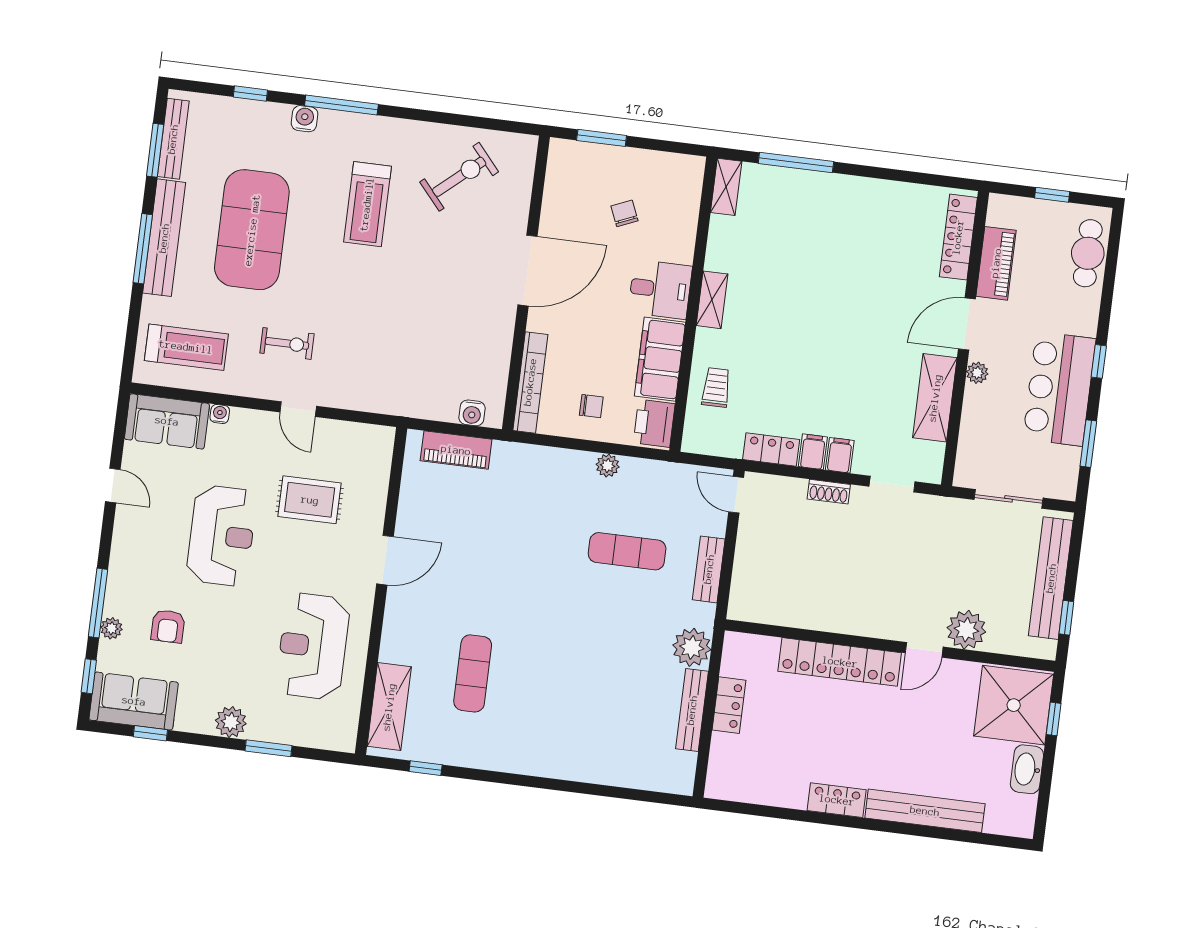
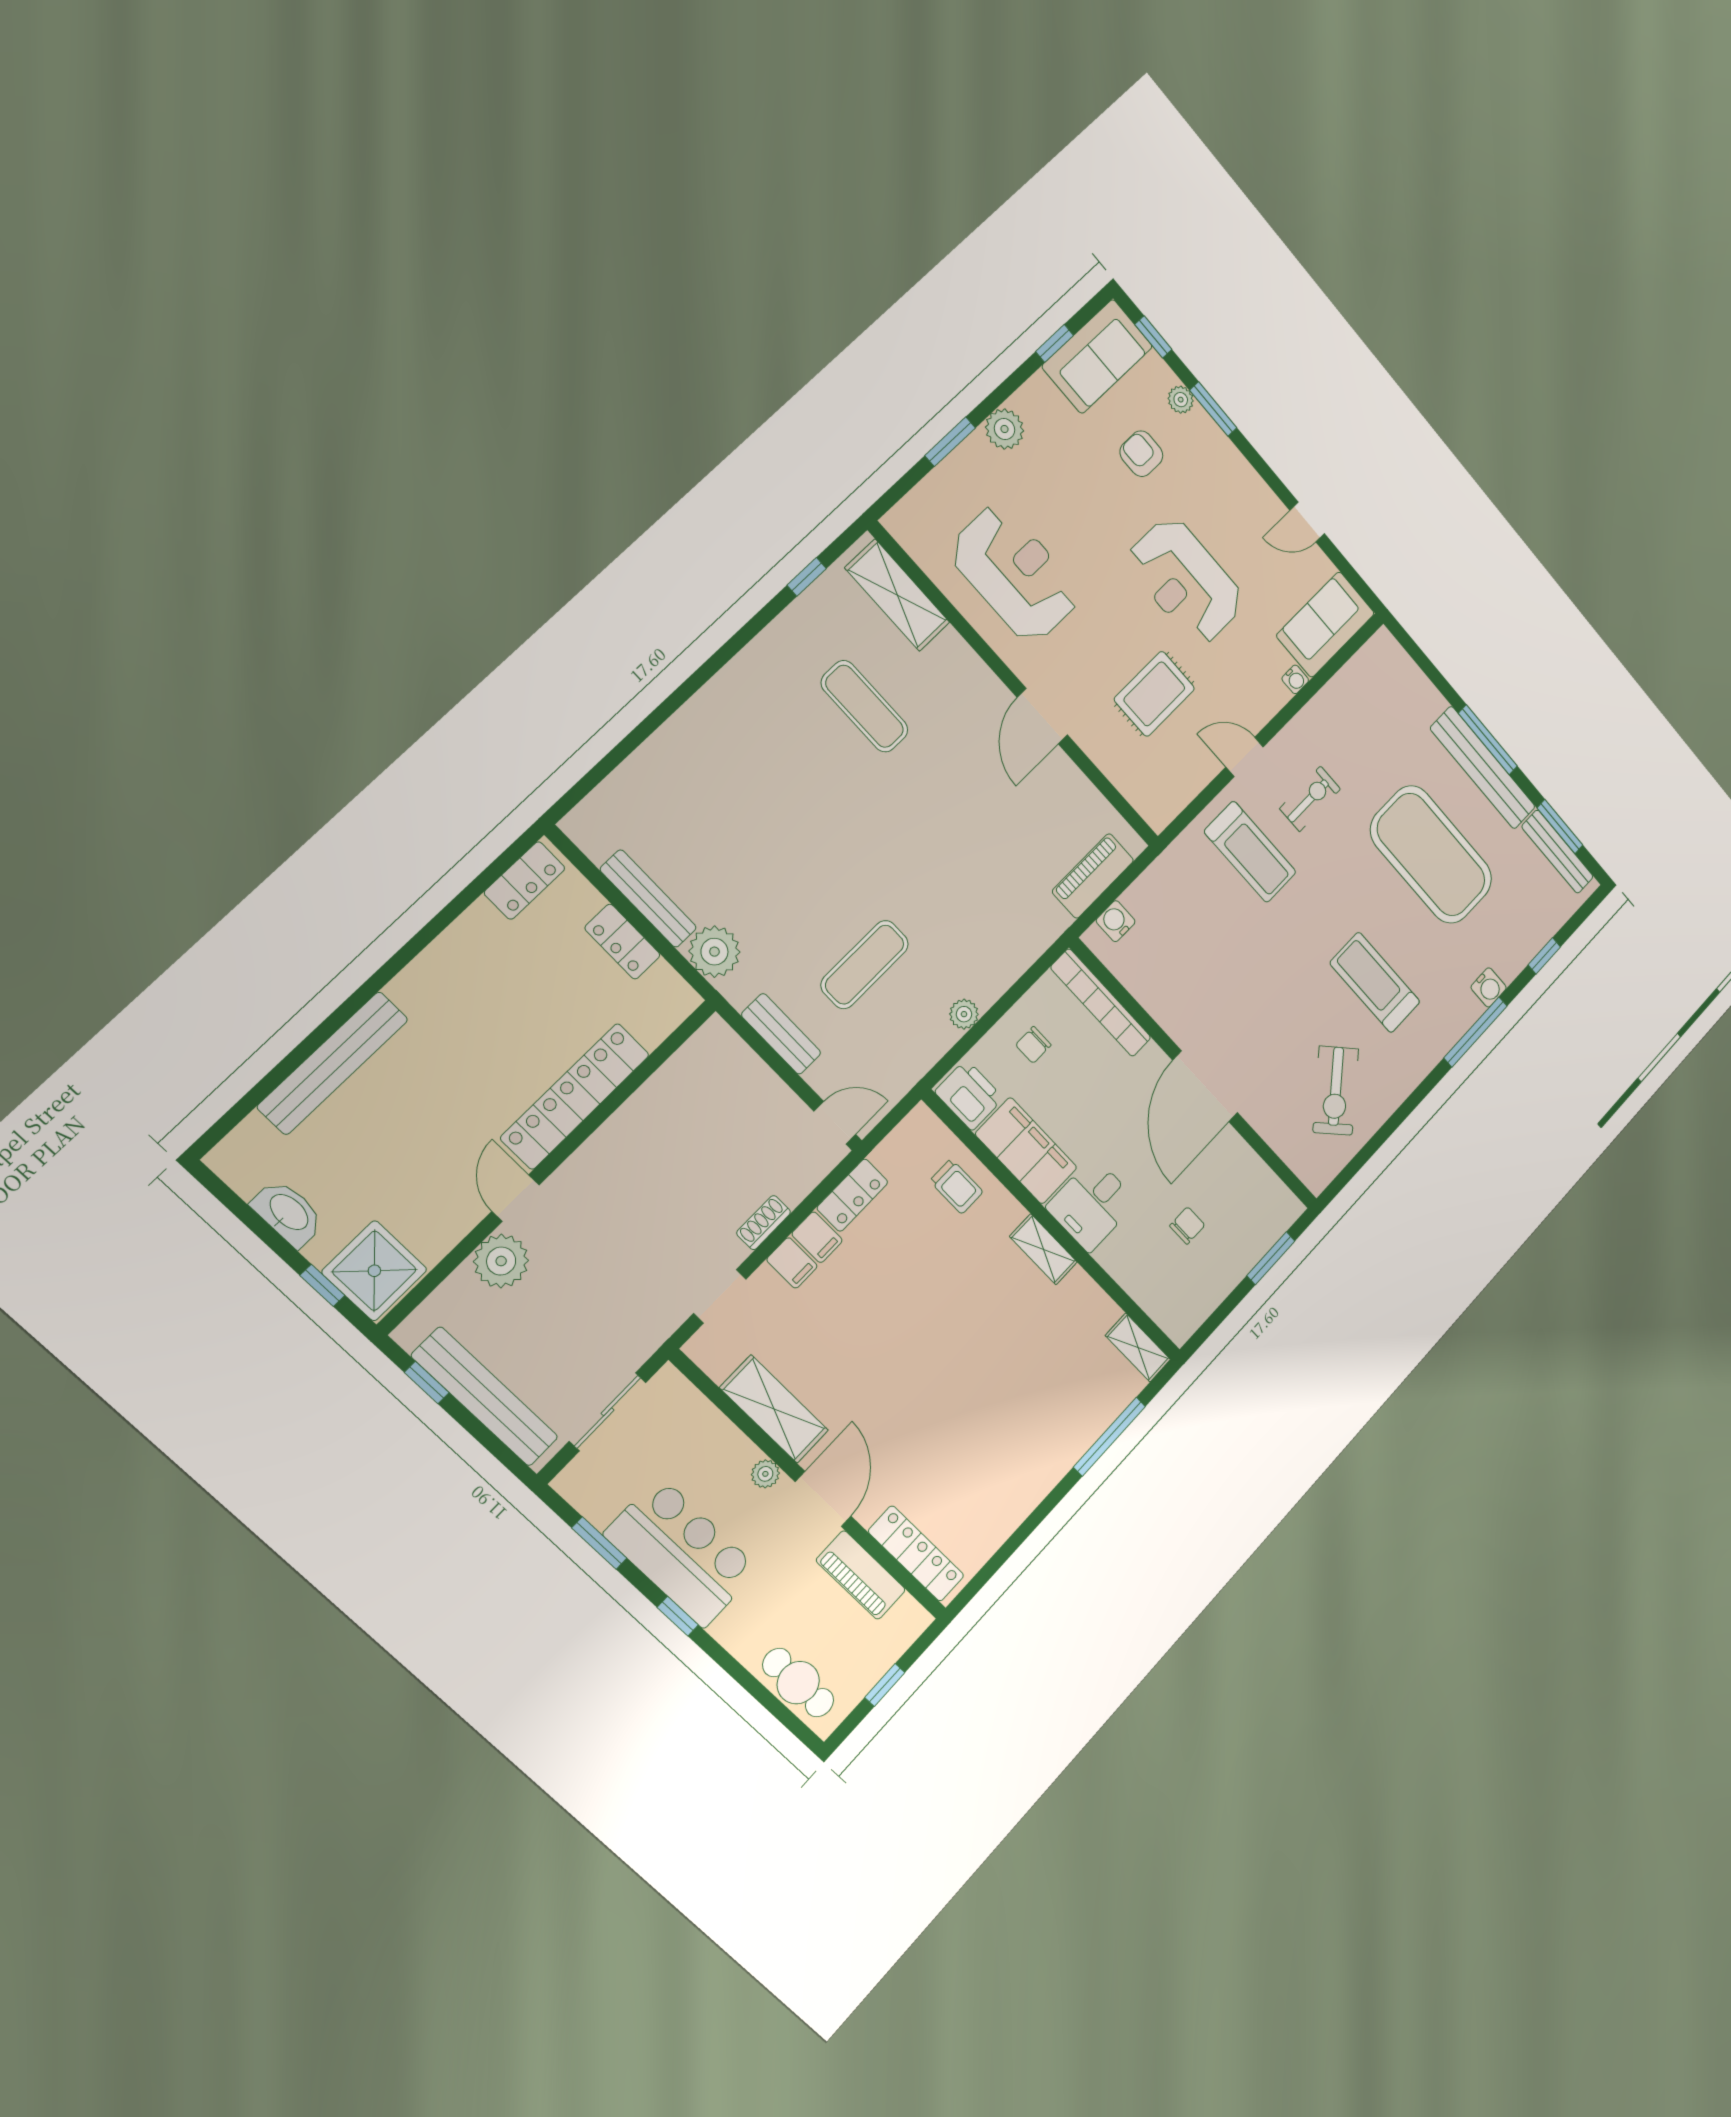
chair: (624, 213) -> (1187, 1225), turned -67
exercise bike: (287, 343) -> (1310, 799), turned 180
treadmill: (186, 347) -> (1250, 852), moved, turned -90
window: (98, 603) -> (1213, 409), width x0.69
shower: (1014, 705) -> (374, 1271), width x0.73, depth x0.73
locker: (837, 800) -> (525, 880), moved

